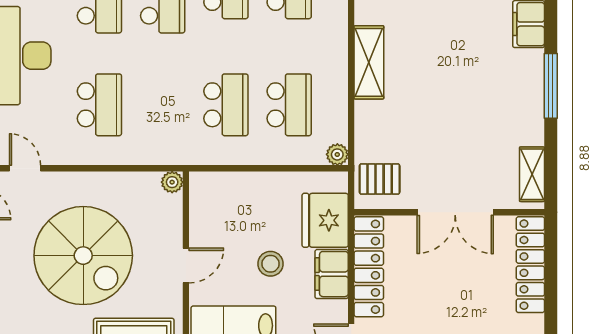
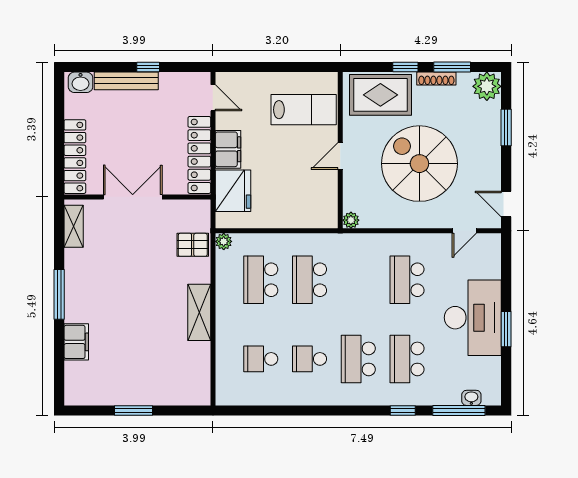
door: (25, 168) -> (464, 231), hinge flipped
pallet: (380, 179) -> (193, 245), moved
stool: (271, 264) -> (275, 157), removed

